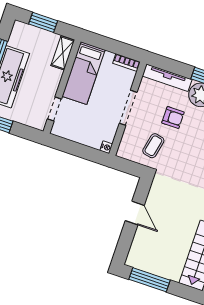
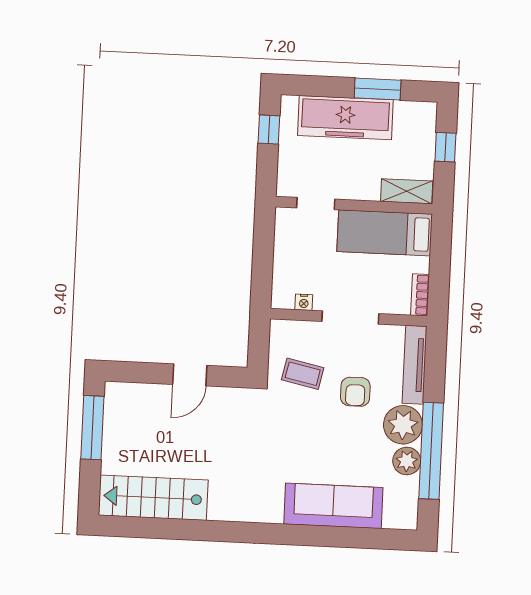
window: (43, 22) -> (445, 147), width x0.67
nightstand: (106, 147) -> (304, 302), moved

